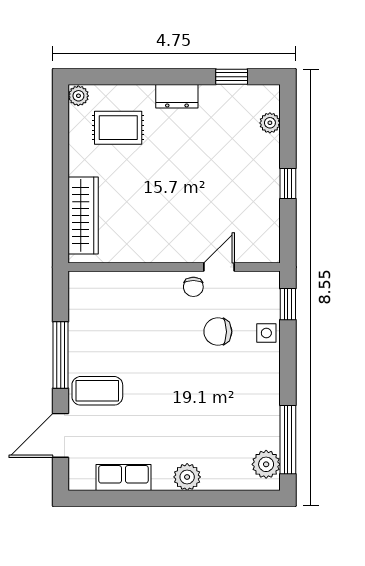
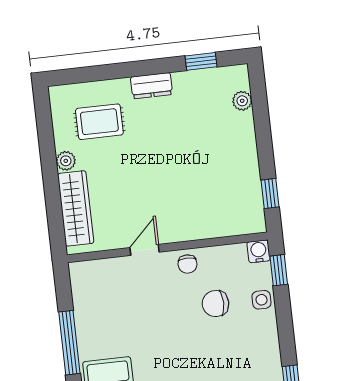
plant: (78, 96) -> (66, 161), moved
window: (288, 183) -> (270, 194), moved
door: (219, 267) -> (145, 250), moved
water cooler: (269, 282) -> (259, 251), added

